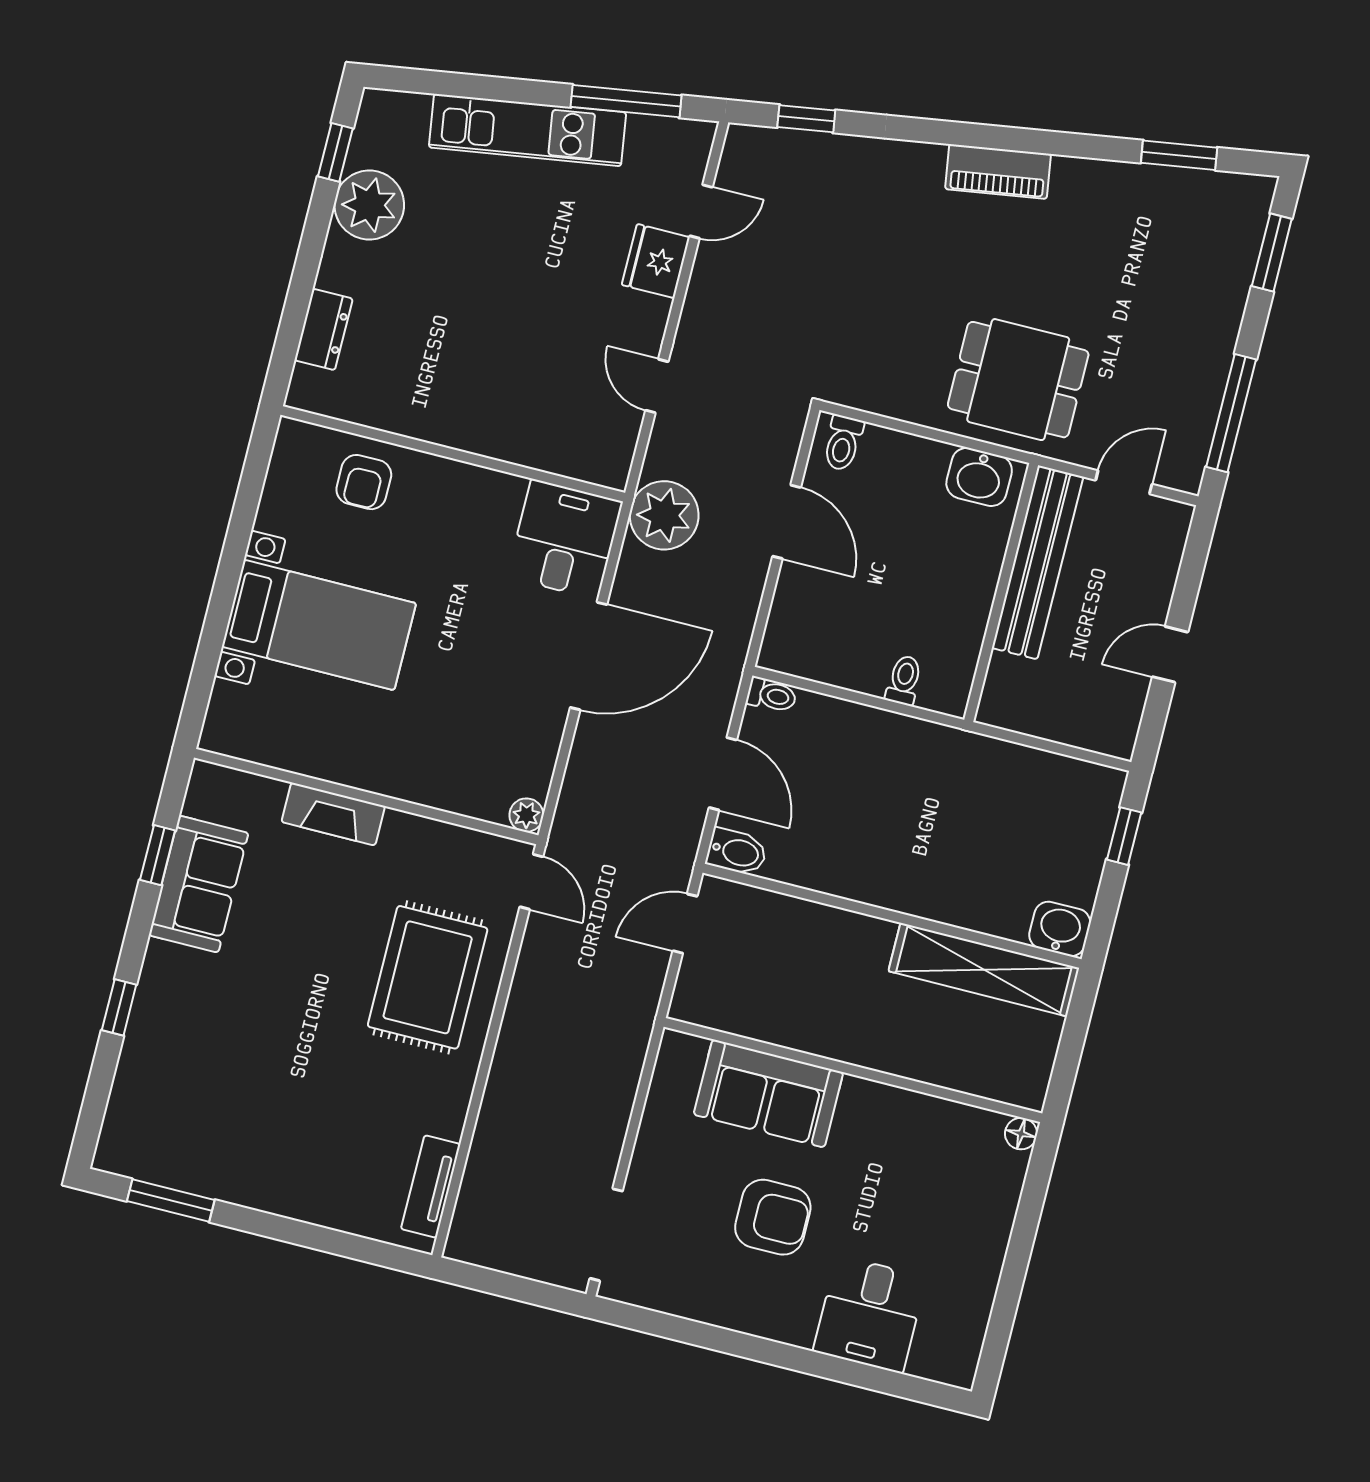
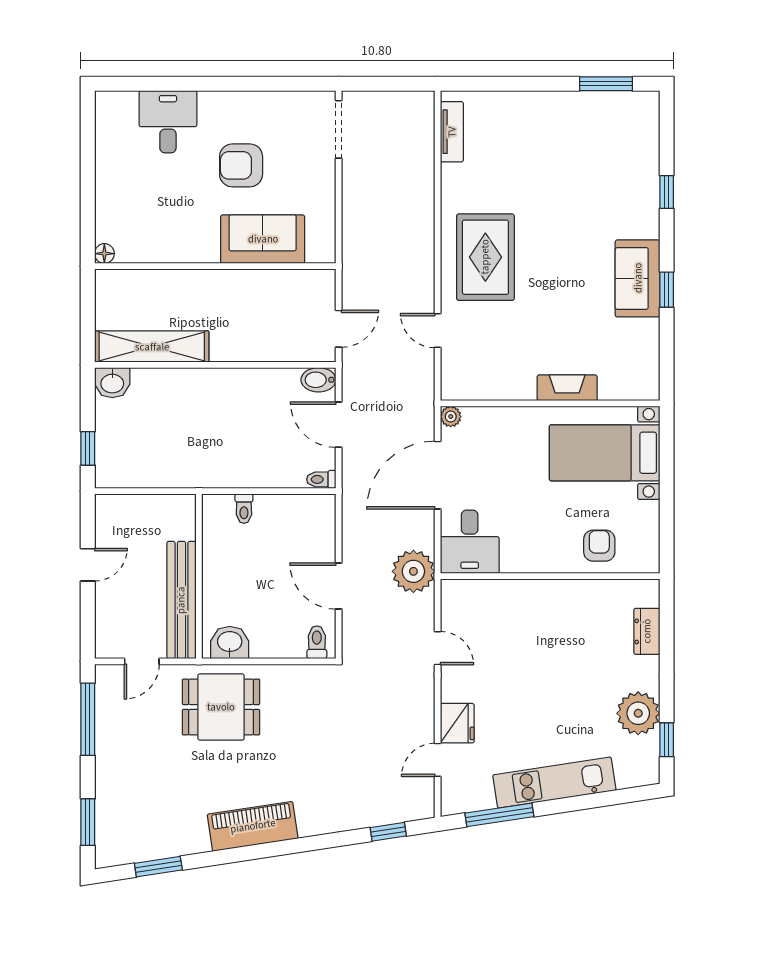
piano: (998, 172) -> (253, 826), width x1.37, depth x1.33
wall: (366, 796) -> (550, 403), moved
fireplace: (333, 814) -> (567, 388), moved
plant: (526, 815) -> (451, 417), moved

